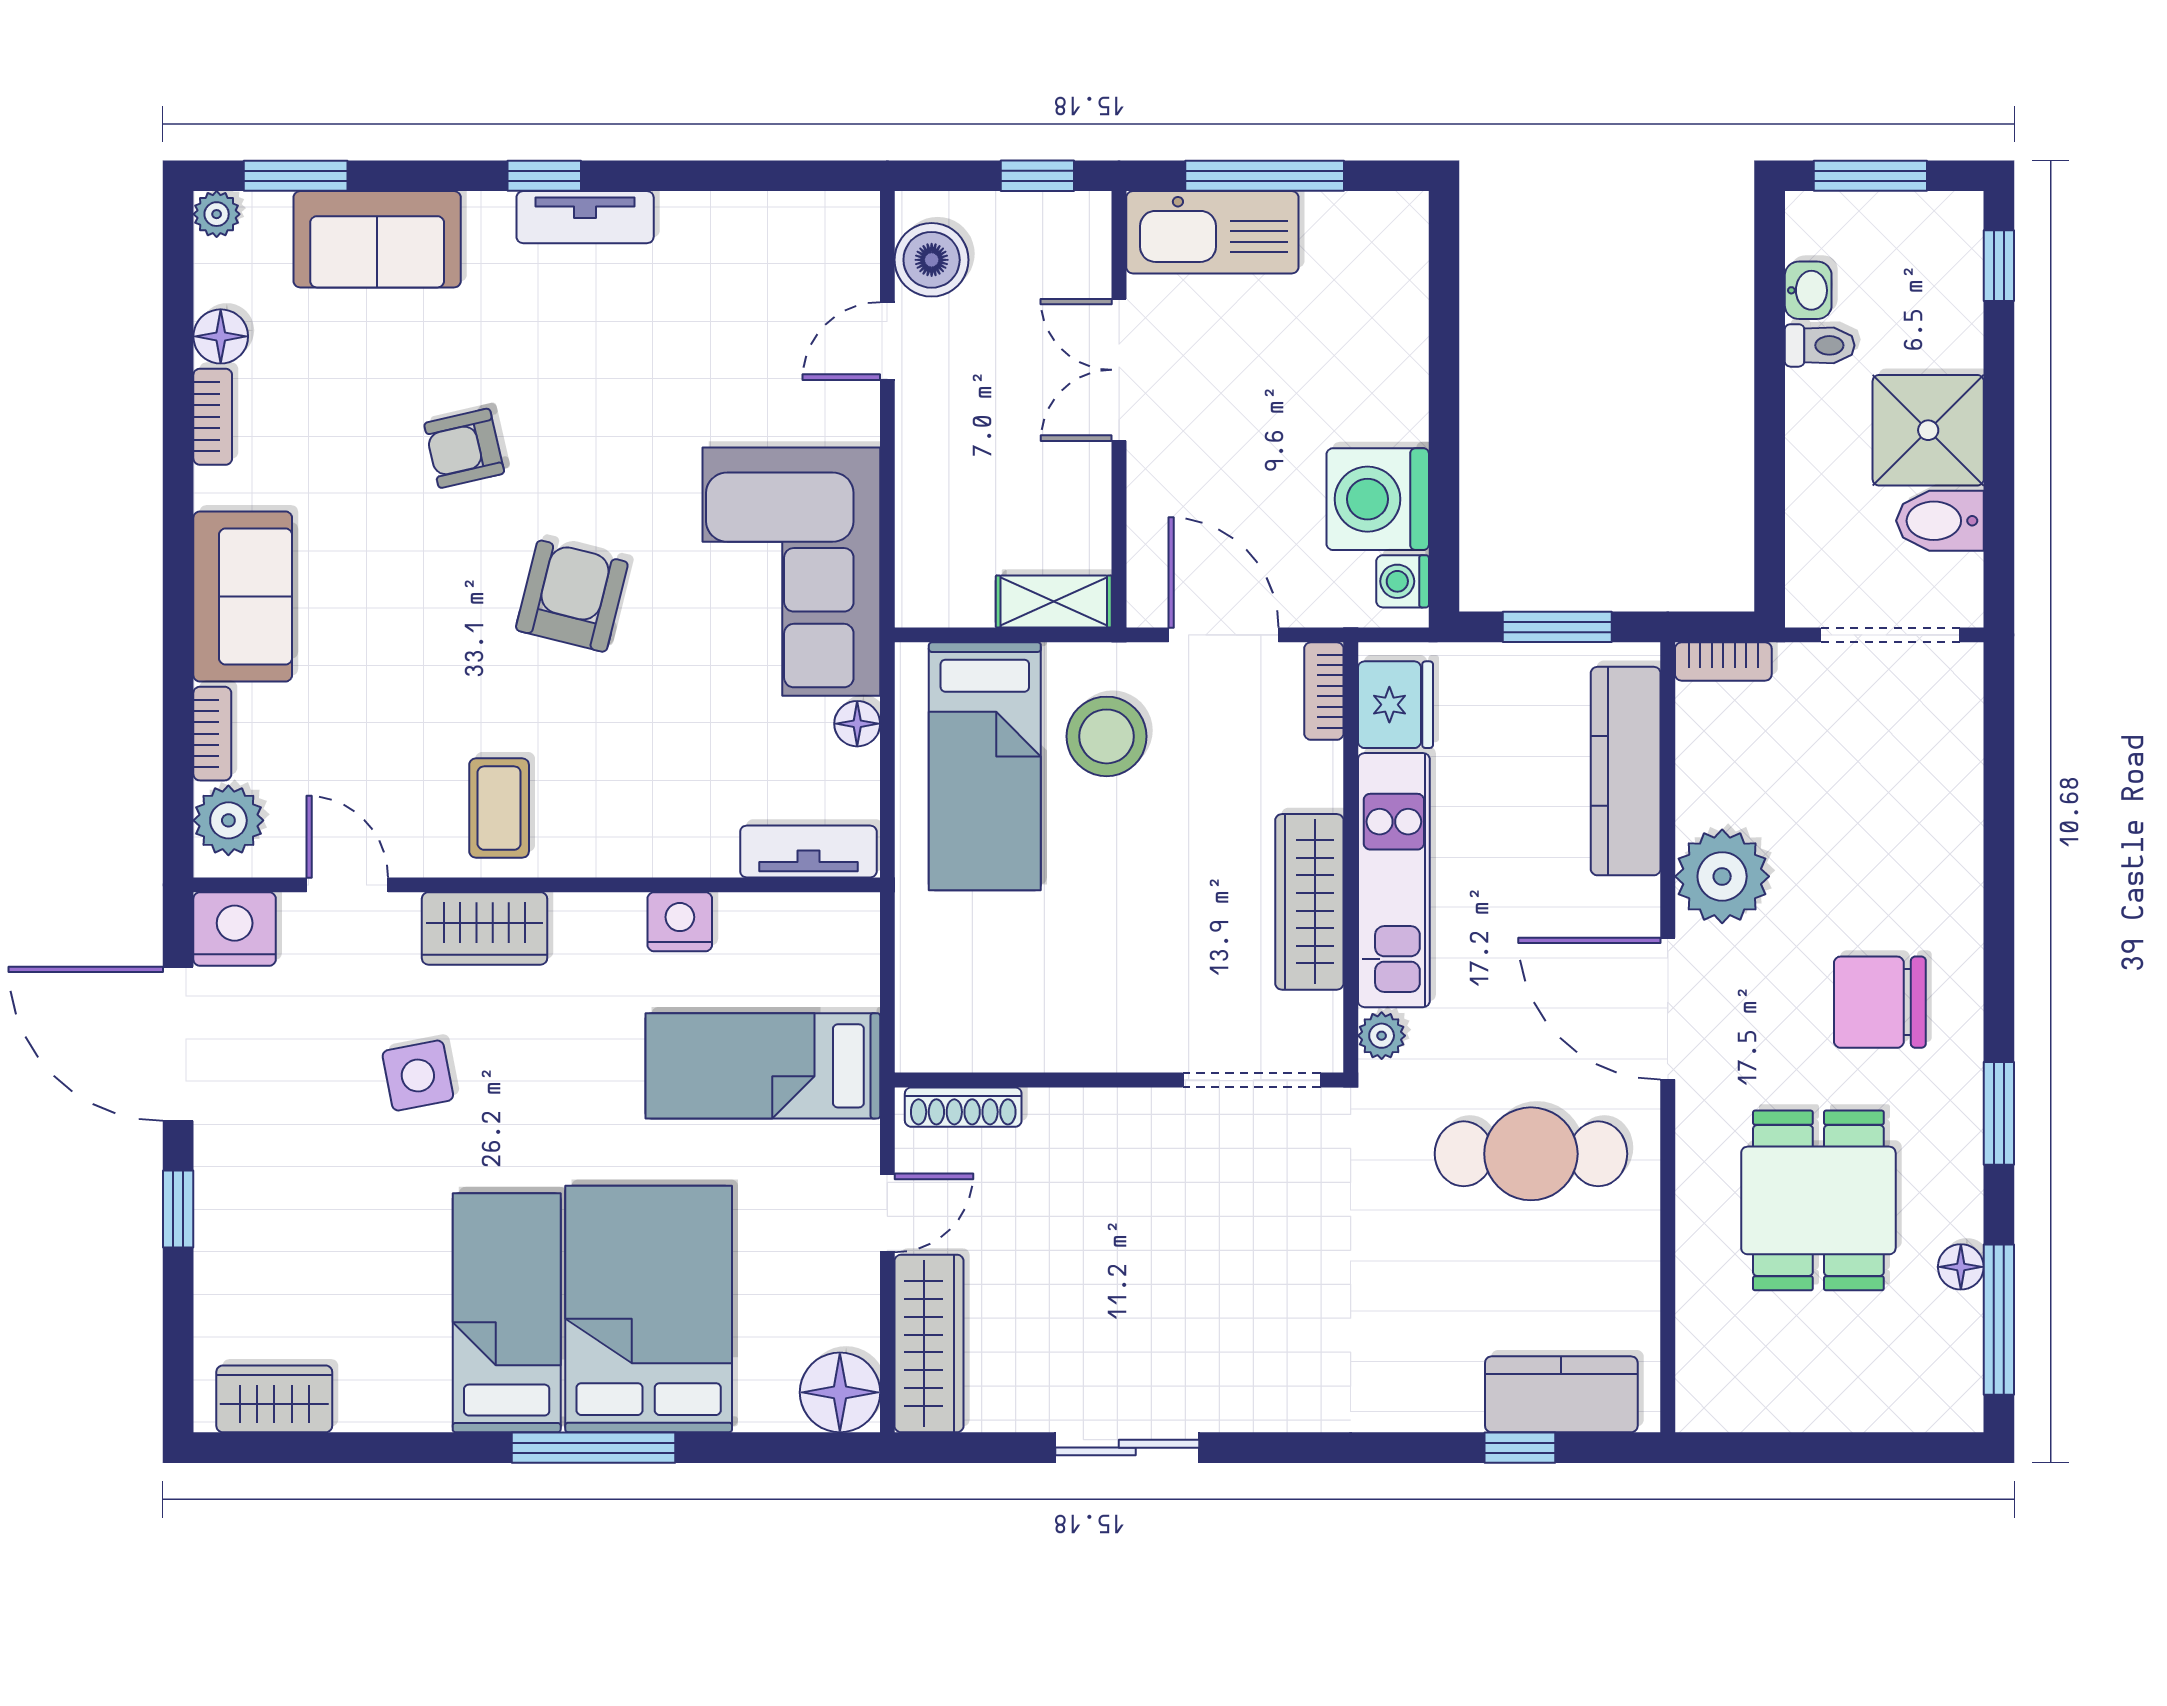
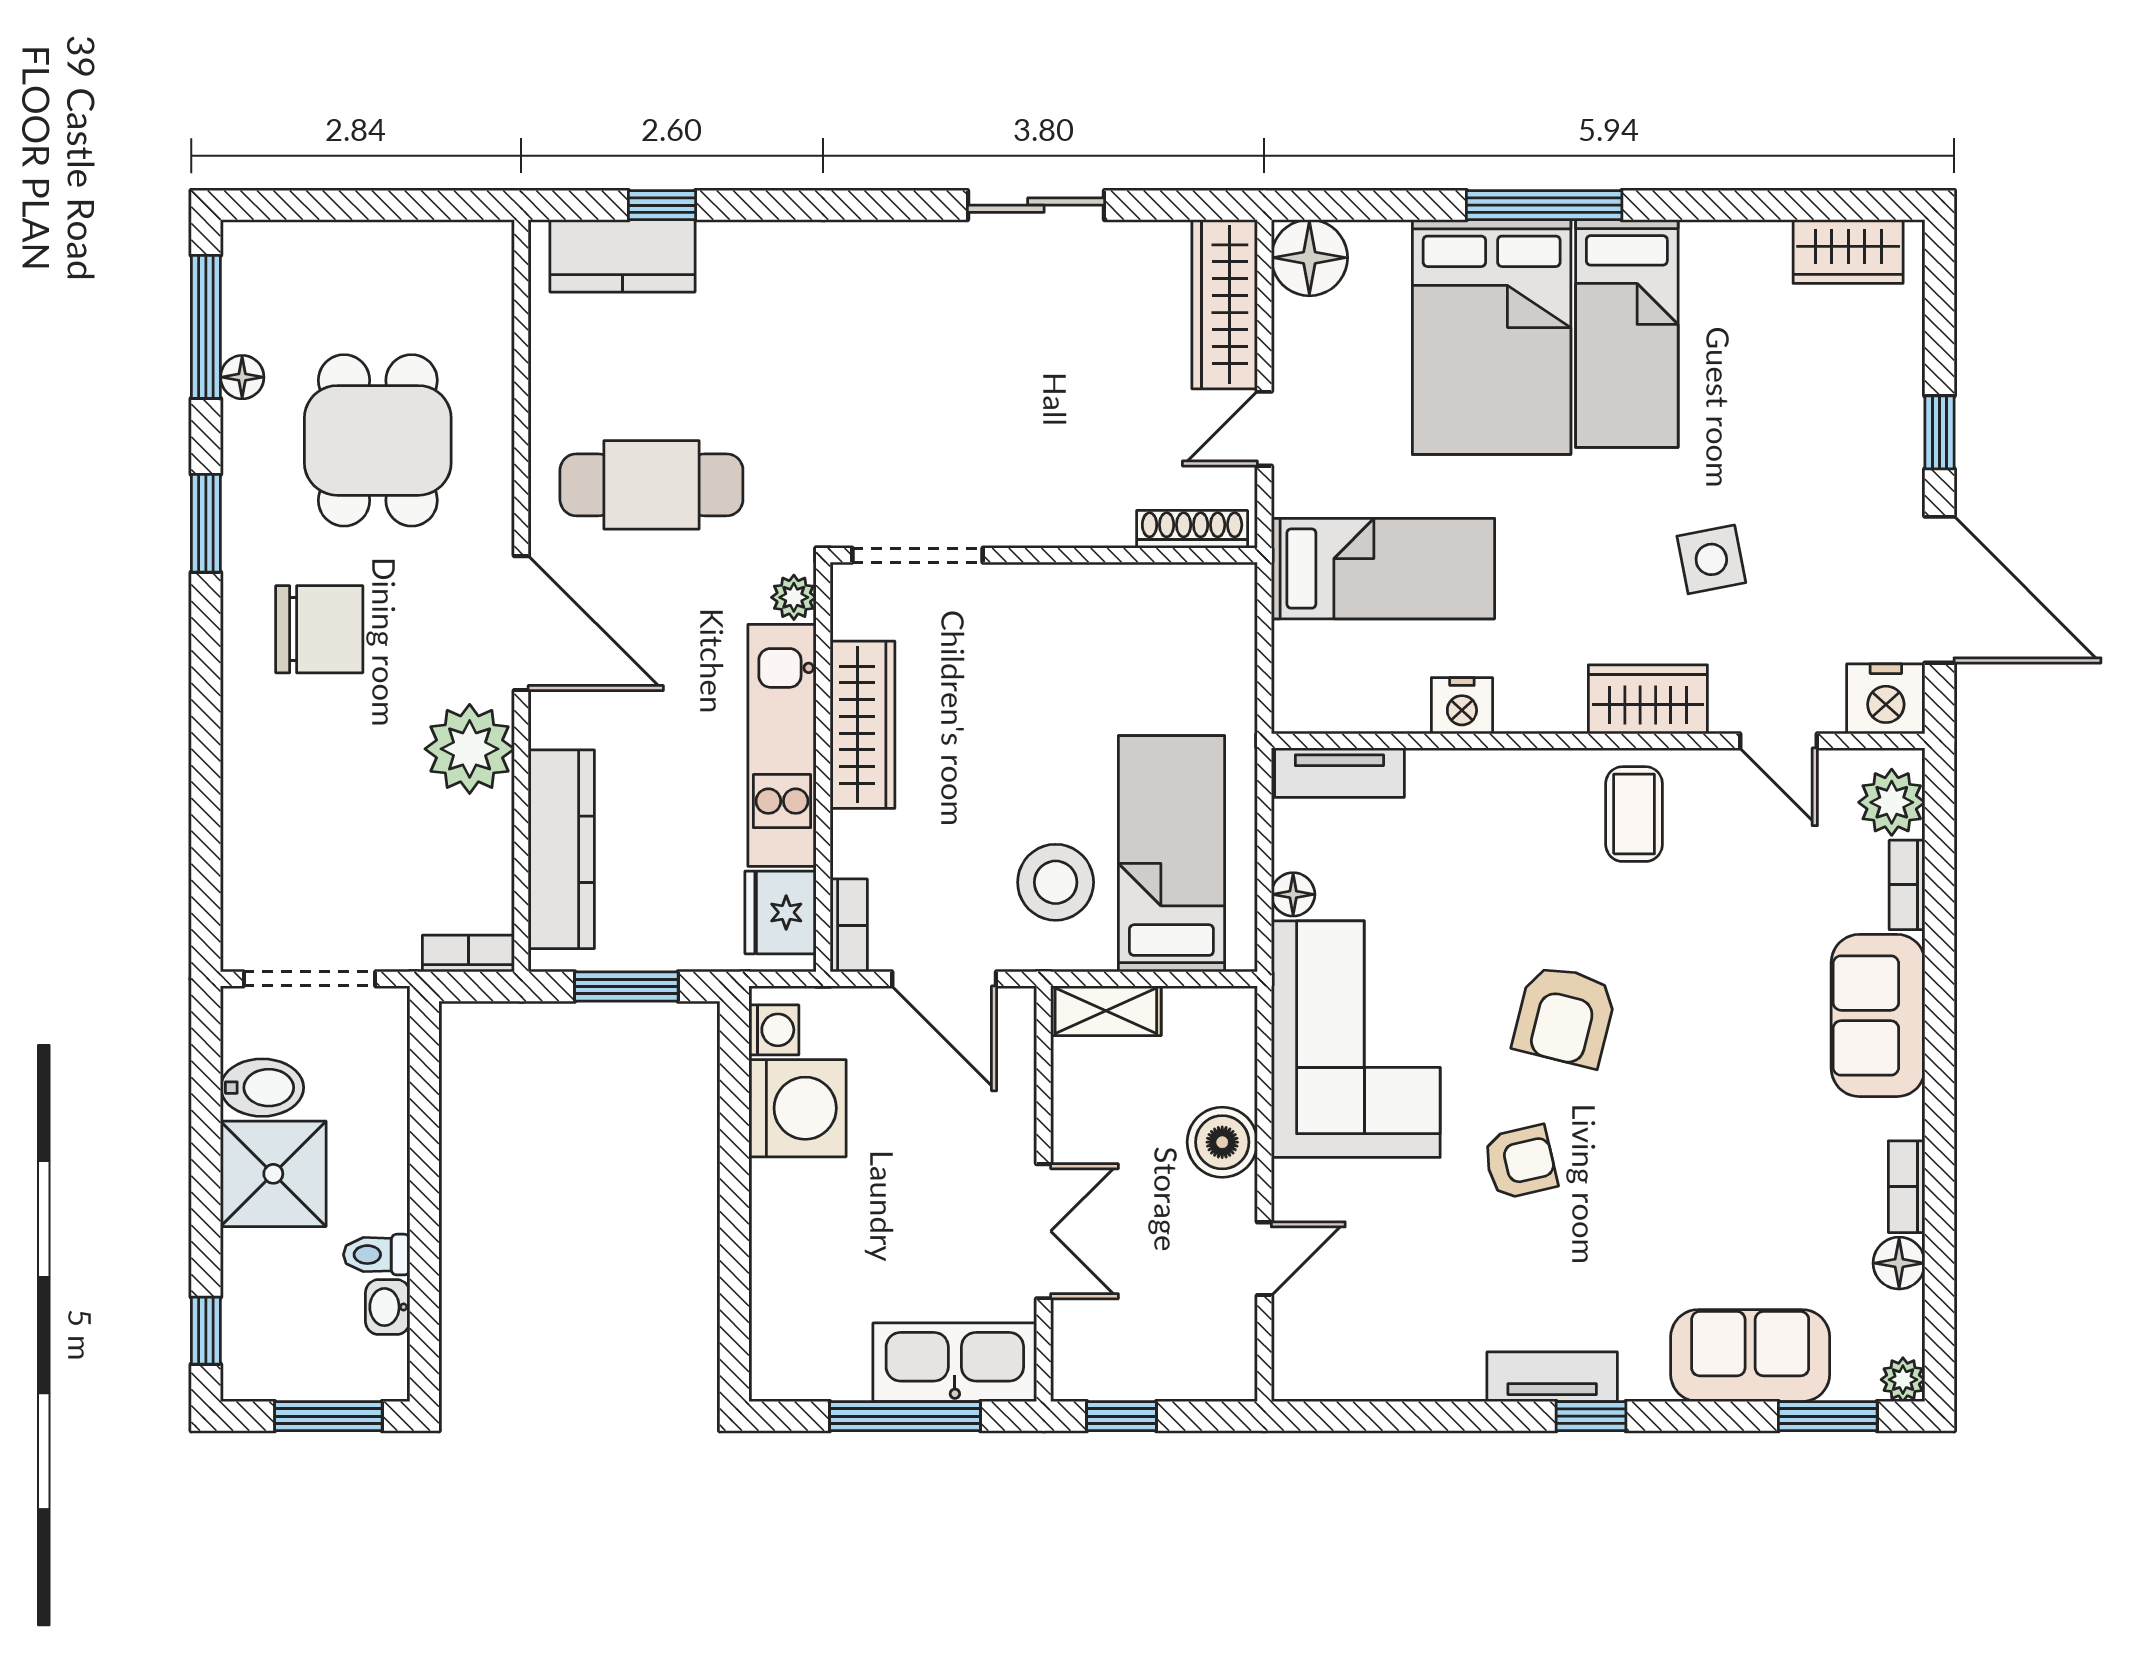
boiler: (932, 260) -> (1222, 1142), moved
armchair: (464, 448) -> (1520, 1162), moved

